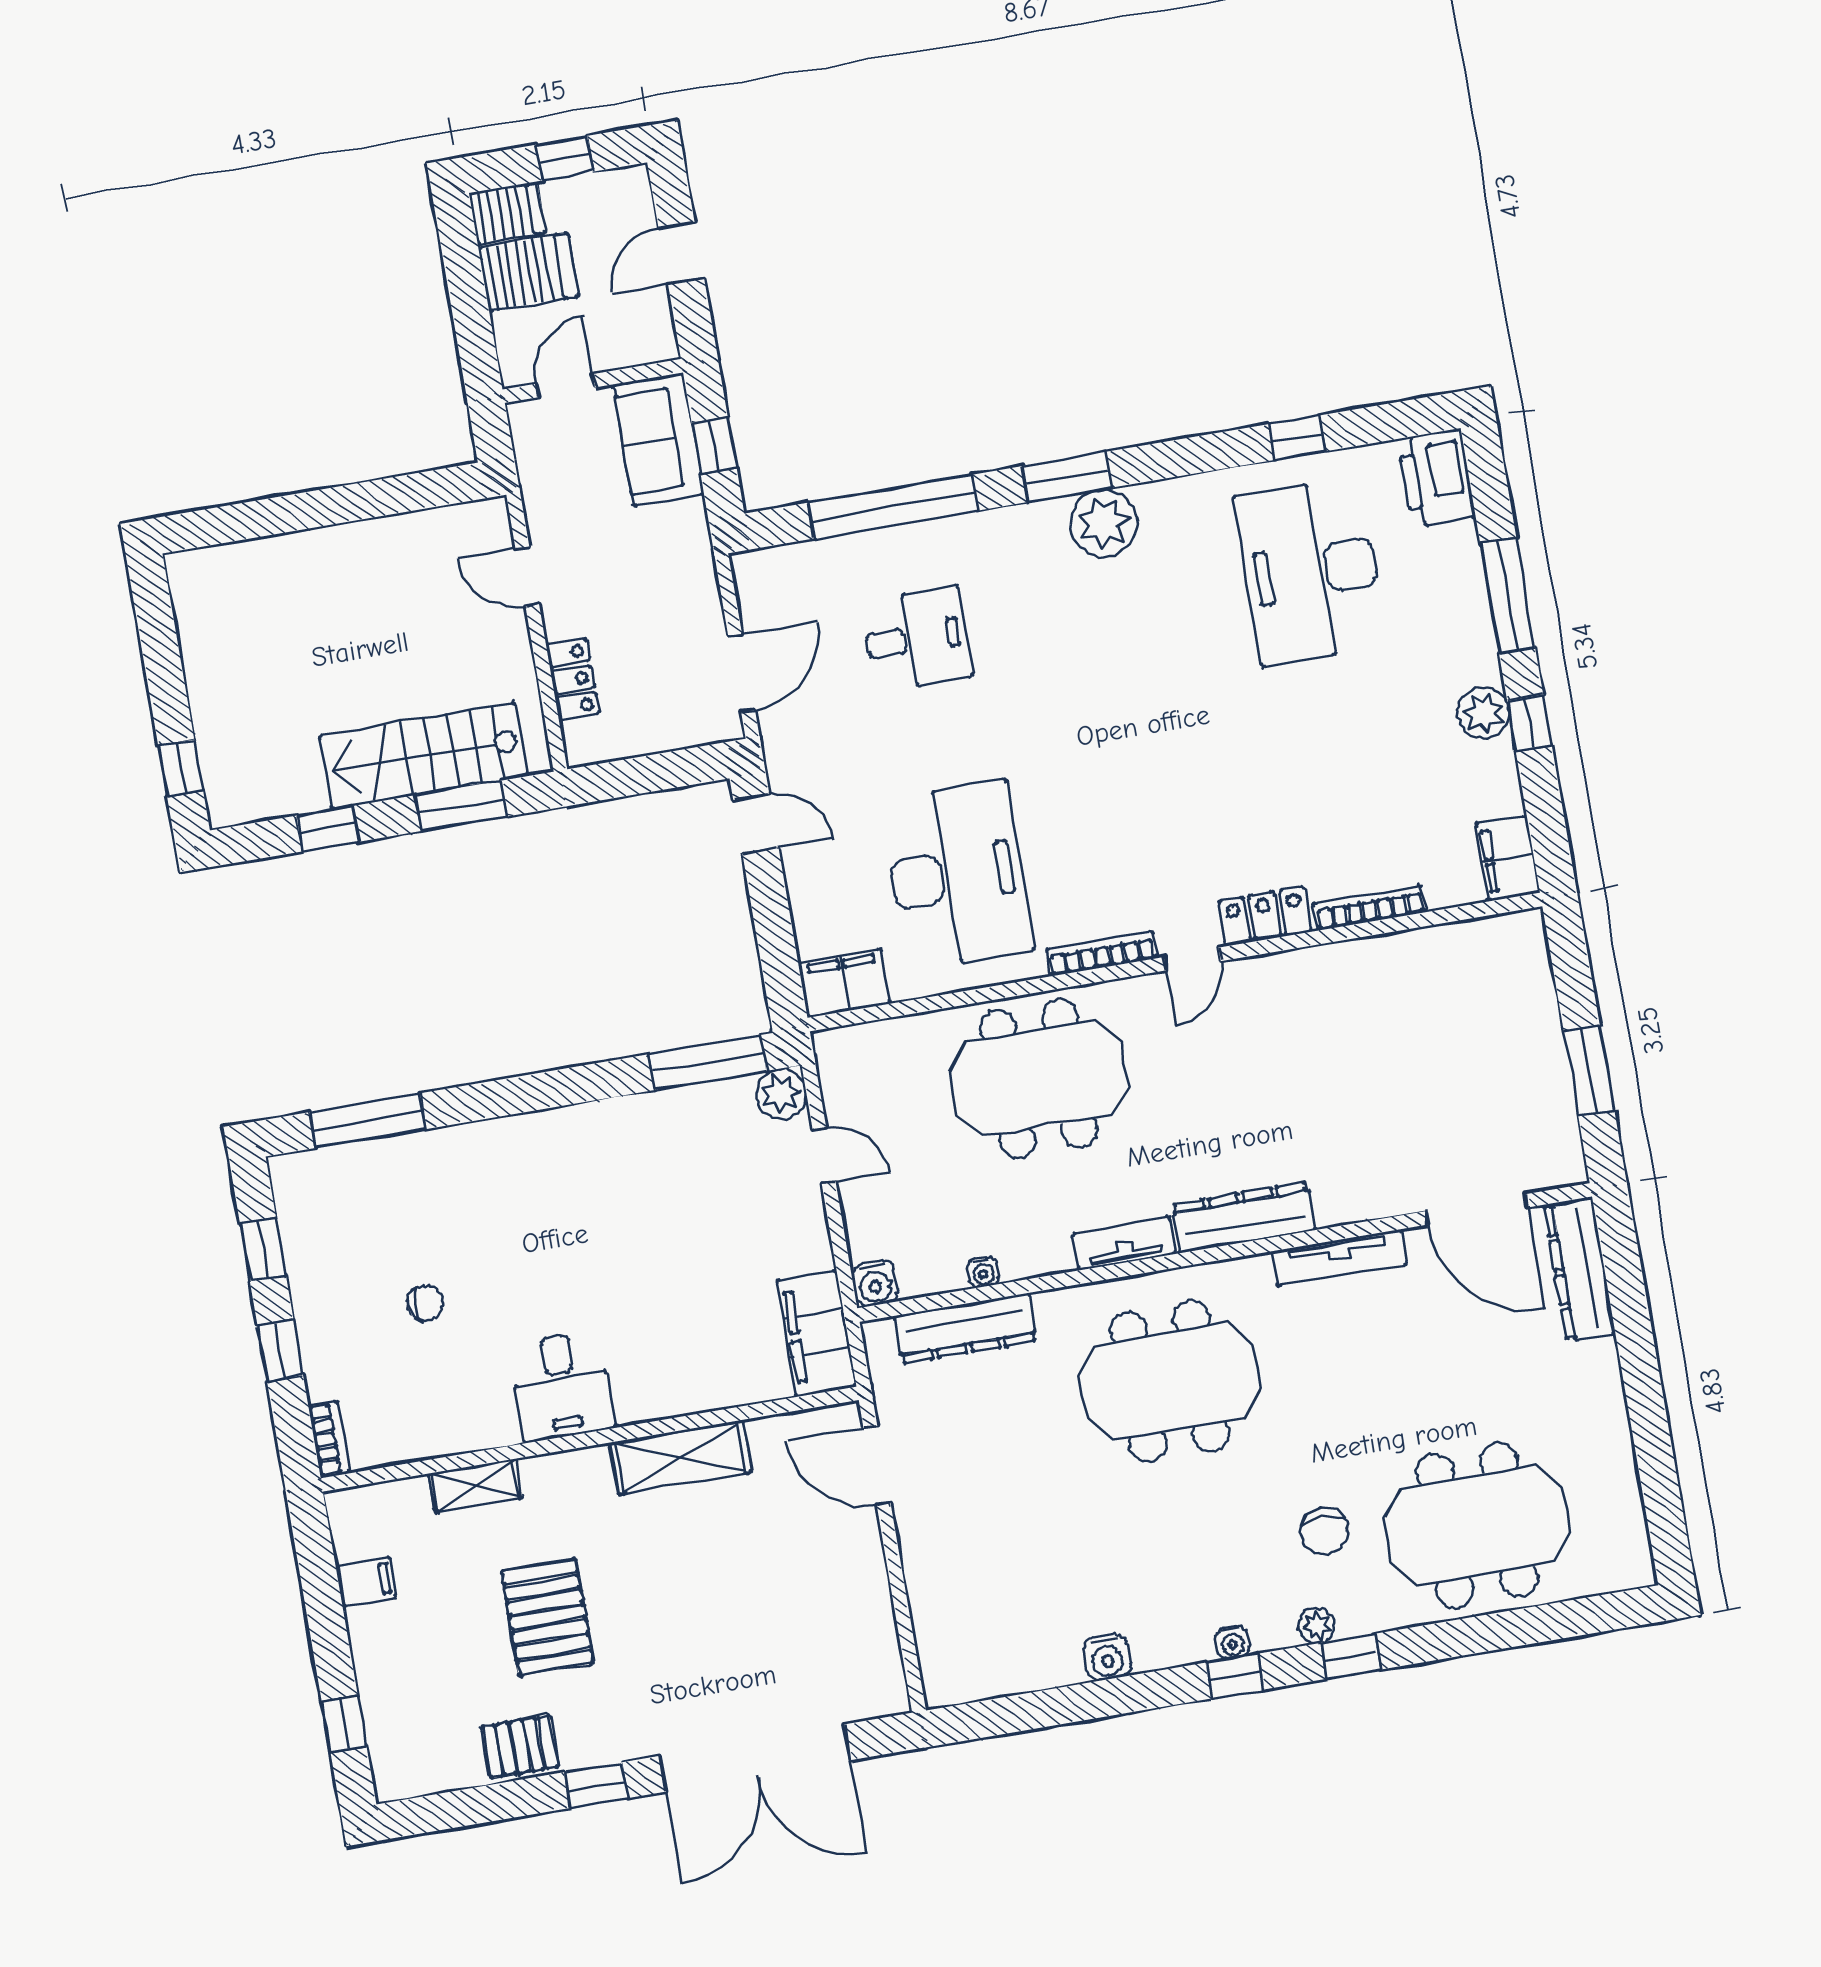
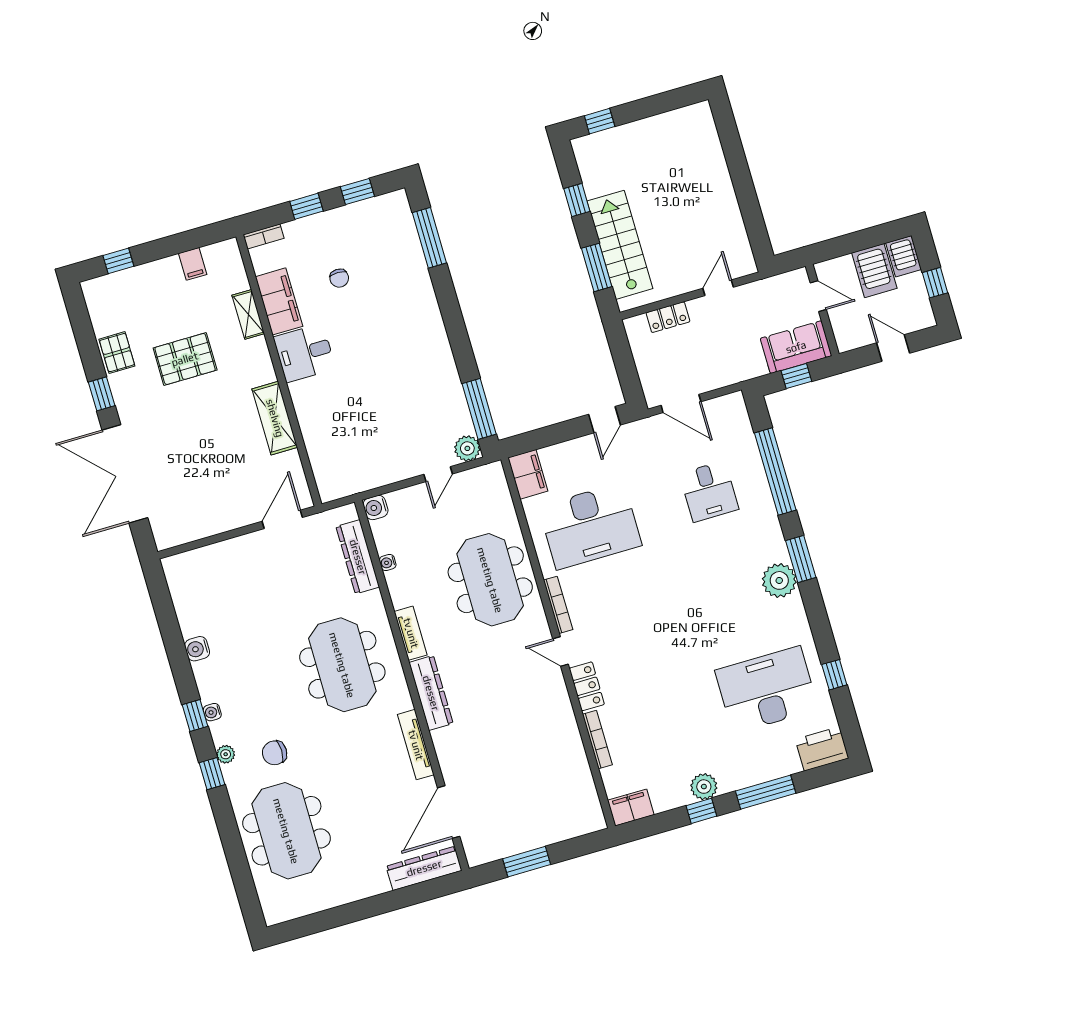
filing cabinet: (816, 1334) -> (279, 301), moved, turned 90

